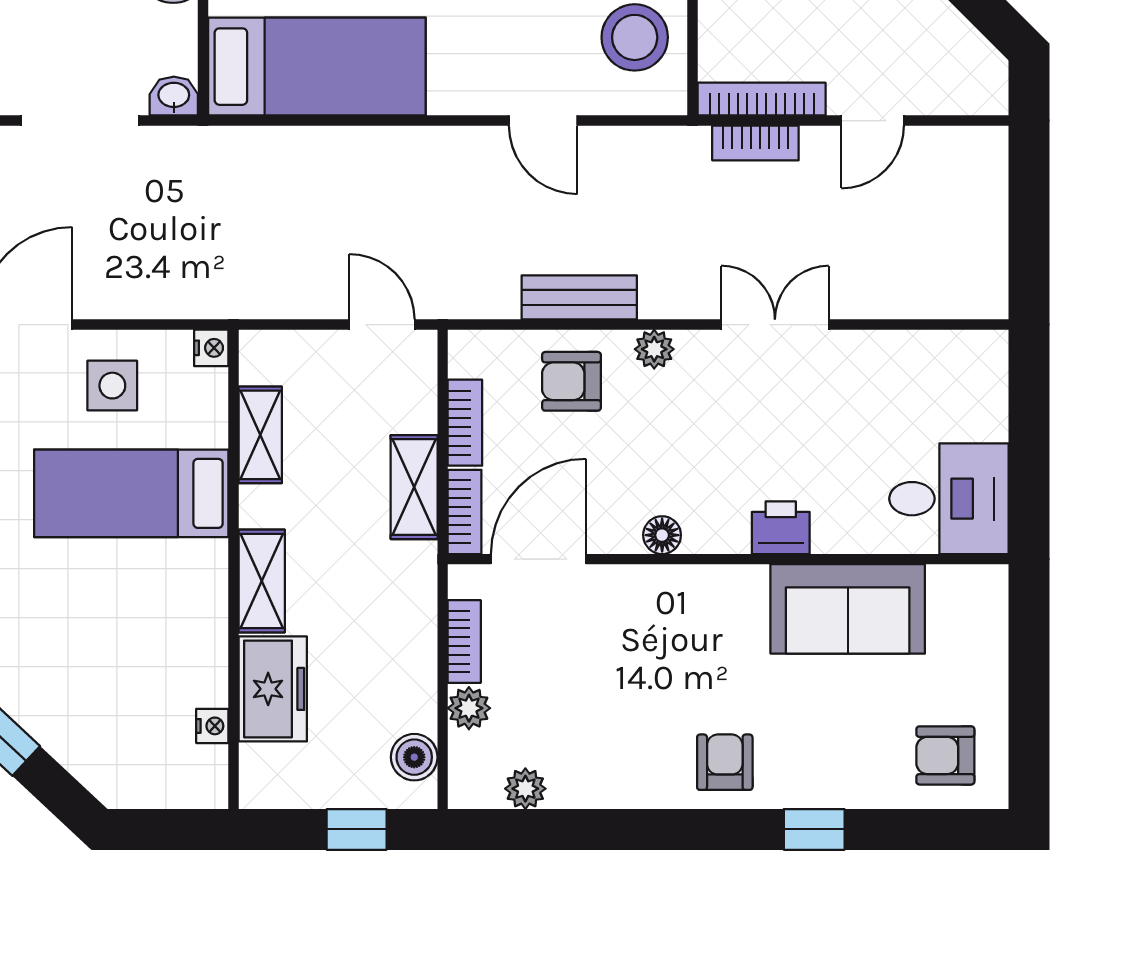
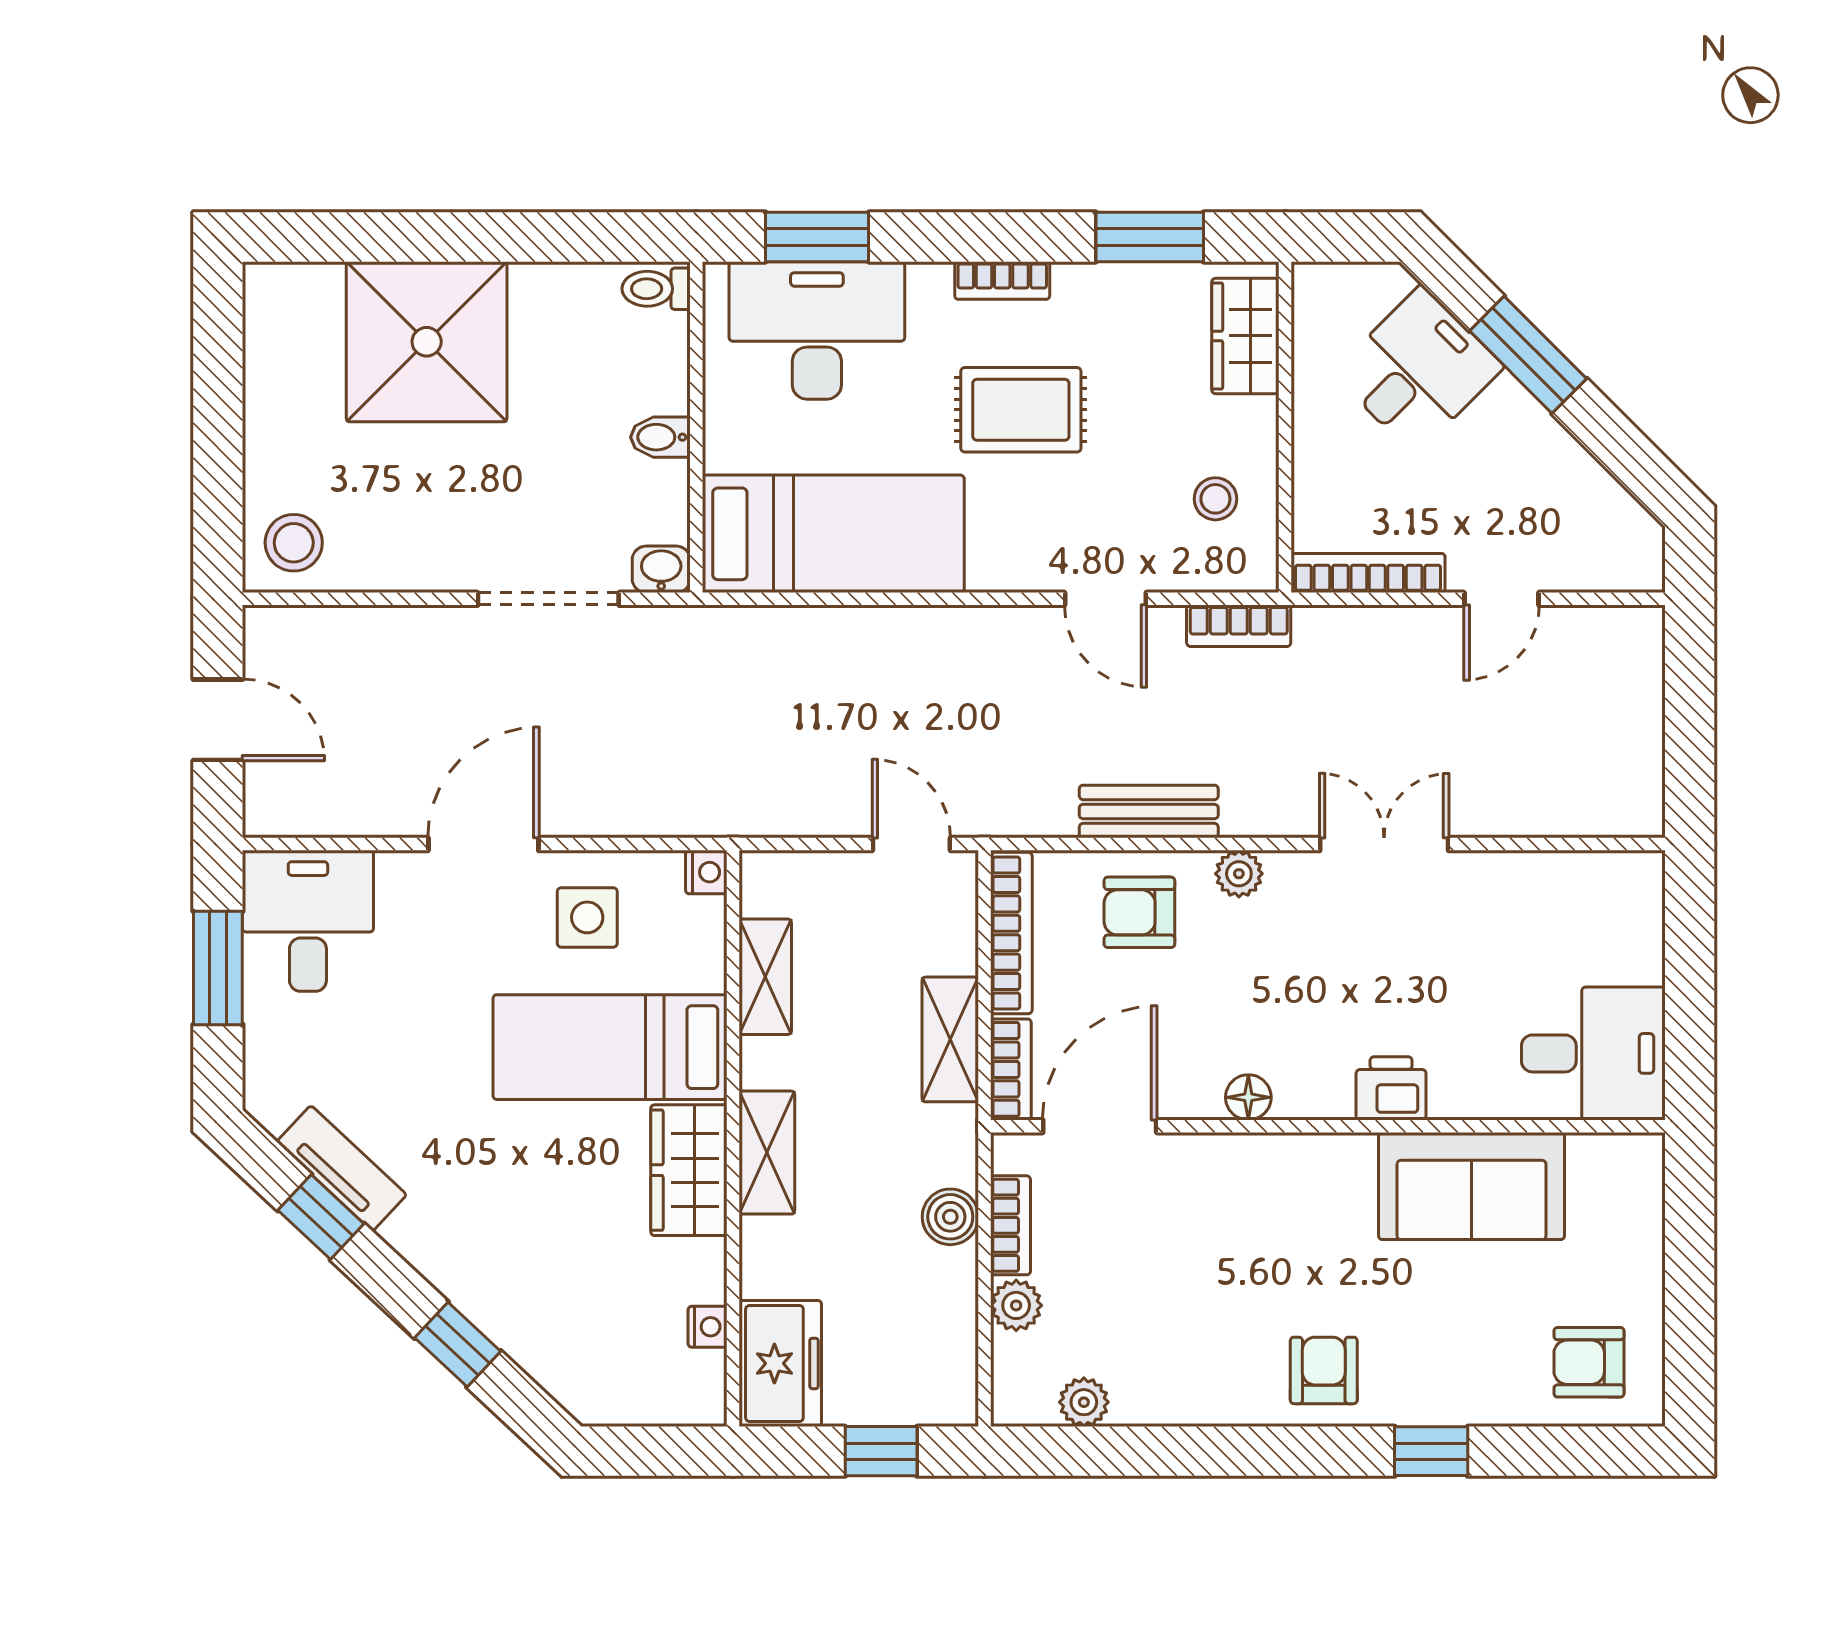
stool: (635, 37) -> (1215, 499), width x0.53, depth x0.53
bookcase: (755, 143) -> (1239, 626), moved
bookcase: (465, 423) -> (1011, 933), width x1.56
wardrobe: (197, 596) -> (689, 1170), added
freezer: (273, 689) -> (780, 1363), moved
boiler: (414, 757) -> (950, 1217), moved

